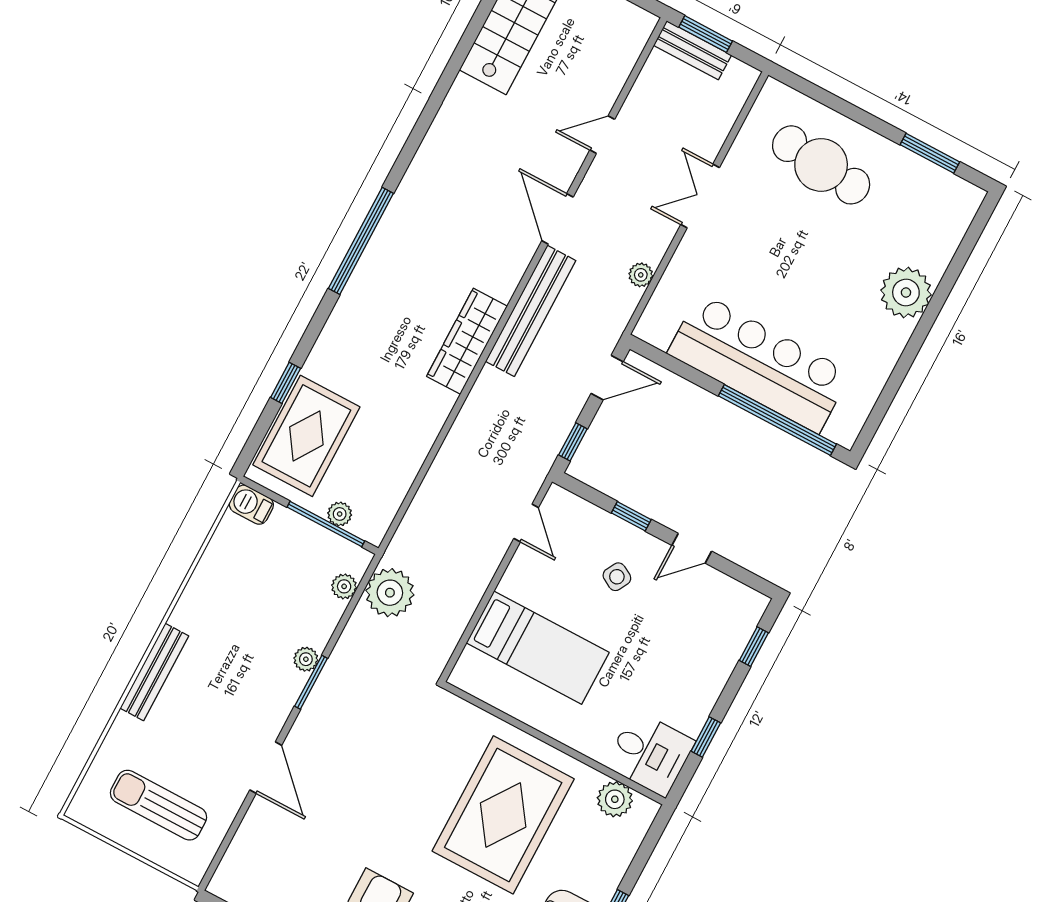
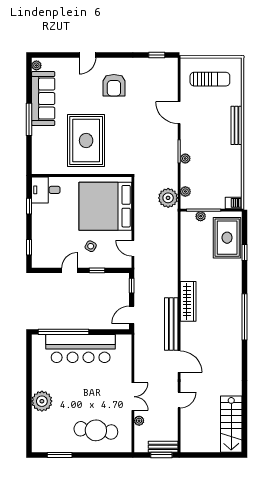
plant: (641, 275) -> (139, 421), moved
bed: (538, 648) -> (105, 206), width x2.04
plant: (615, 799) -> (50, 167), removed

